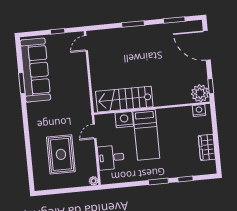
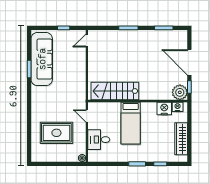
door: (207, 45) -> (189, 62), moved
nightstand: (124, 120) -> (164, 108), moved
door: (94, 131) -> (87, 116), hinge flipped
wardrobe: (207, 147) -> (181, 139), width x1.50
rug: (61, 154) -> (56, 133), turned 90

